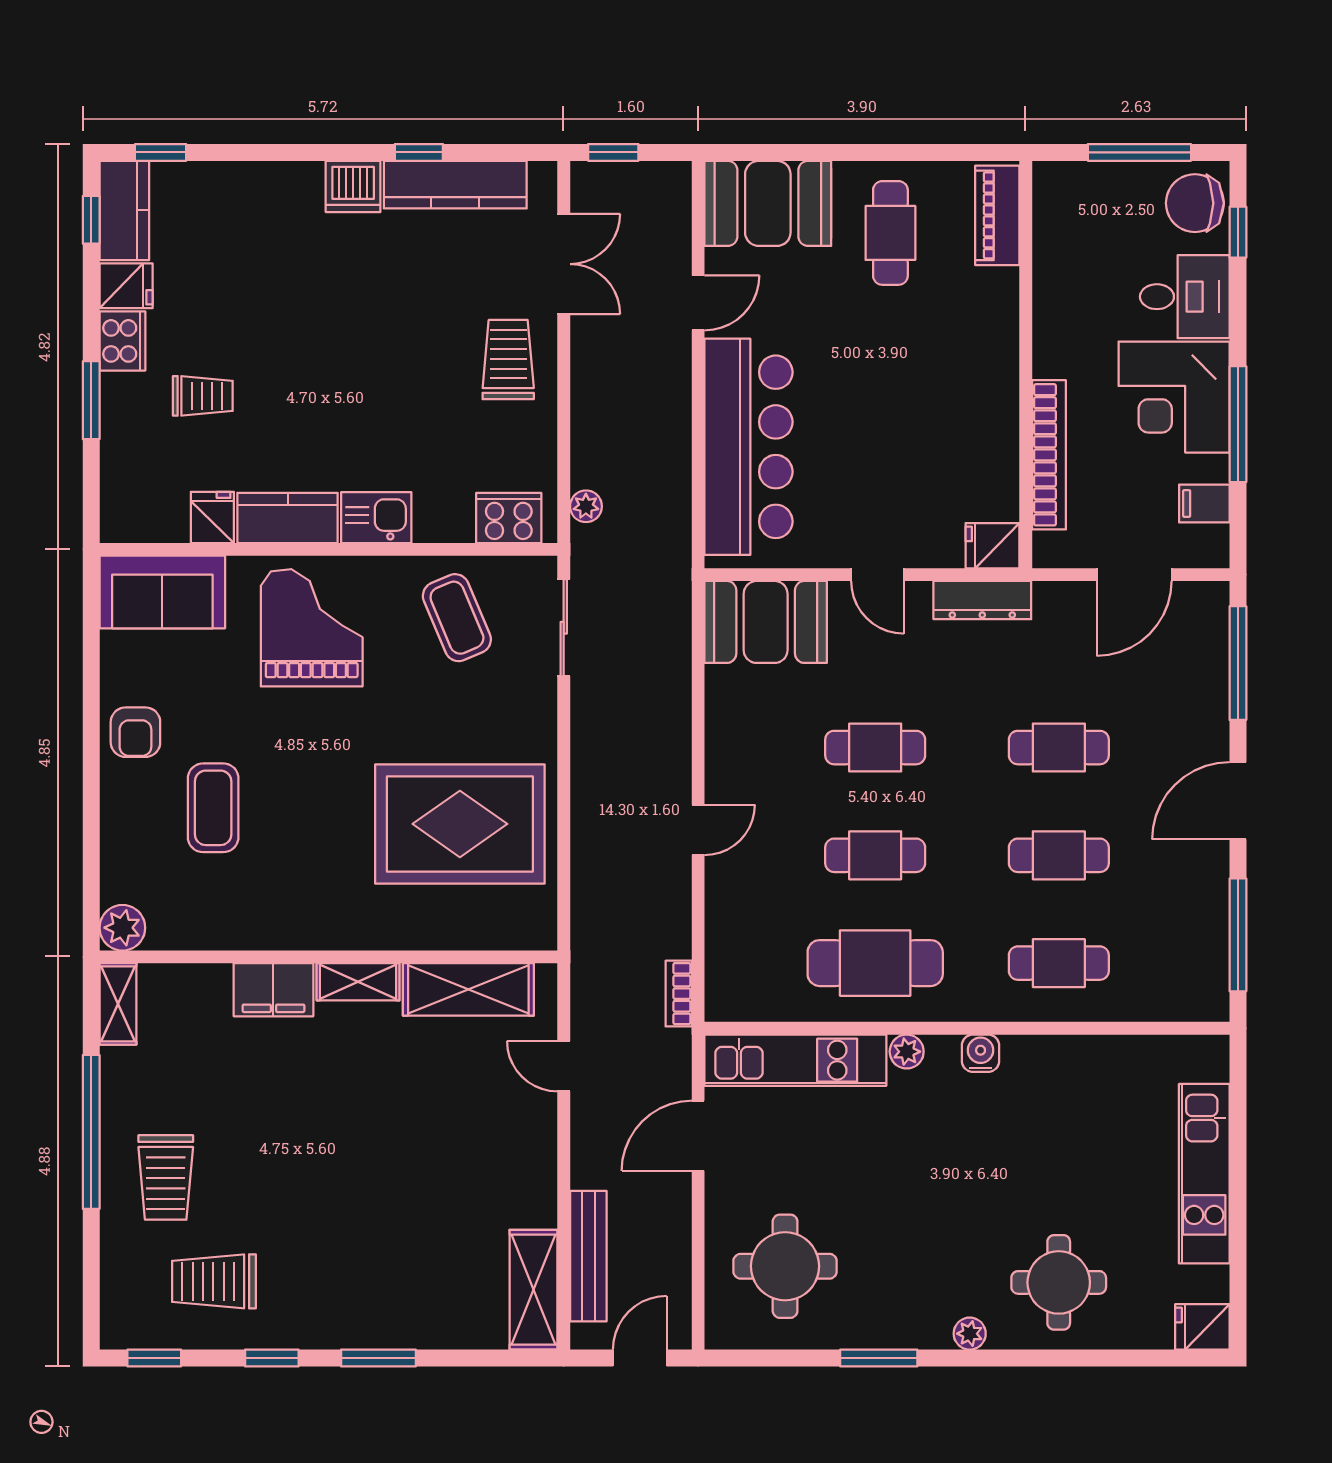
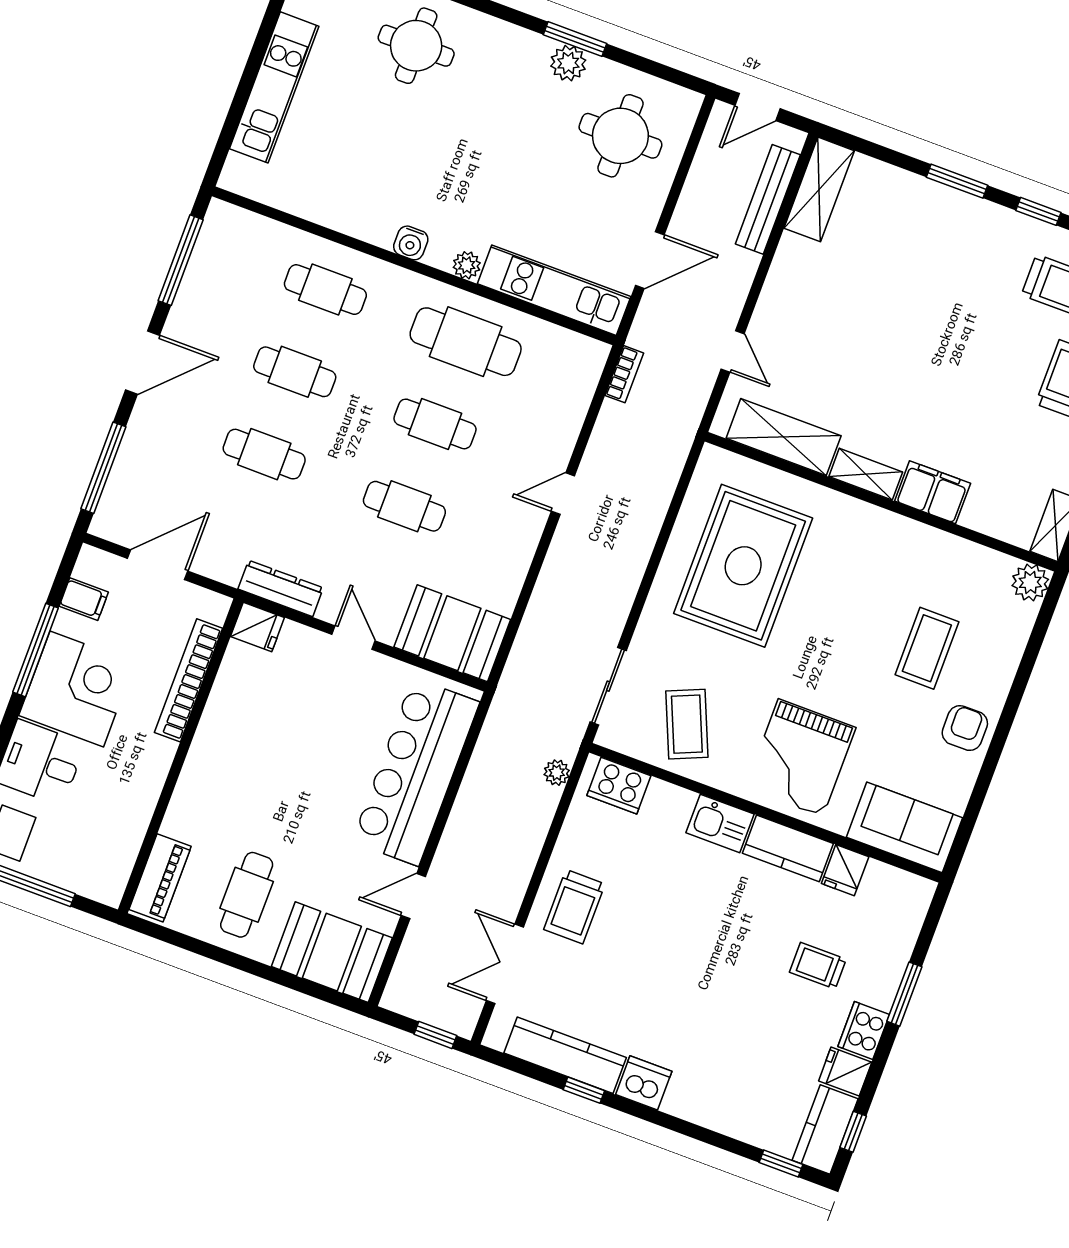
rug: (460, 824) -> (743, 566), turned 90
plant: (970, 1334) -> (568, 63), moved, width x1.38, depth x1.38

